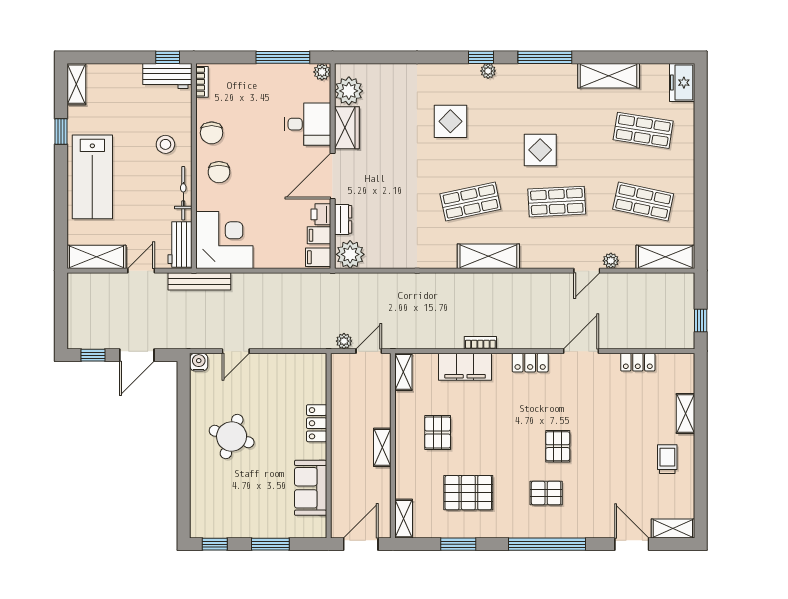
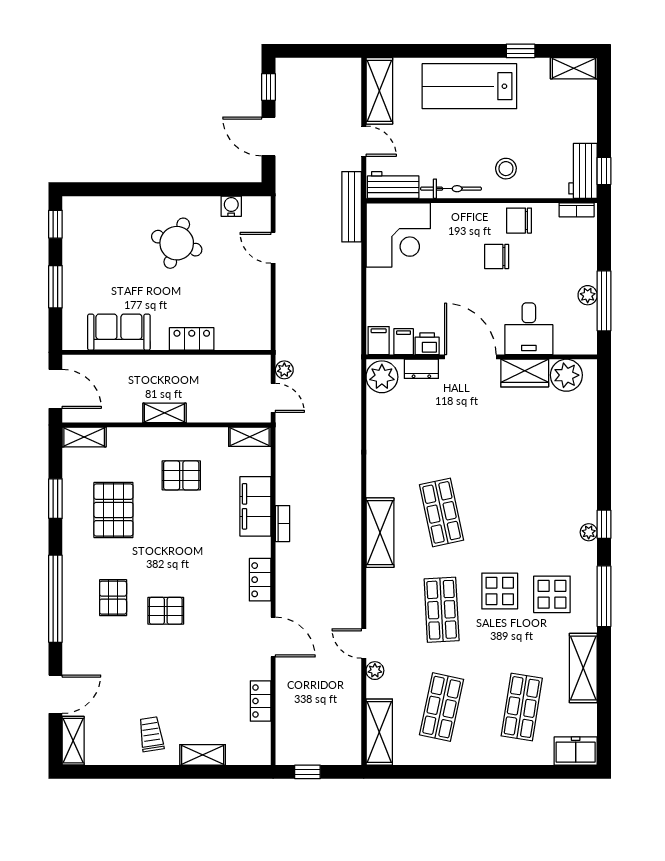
plant: (322, 72) -> (588, 295), moved
display table: (450, 121) -> (552, 594), moved
chair: (219, 172) -> (497, 257), moved
water cooler: (199, 362) -> (231, 206), moved, turned -90
trolley: (667, 459) -> (151, 734), turned -99

